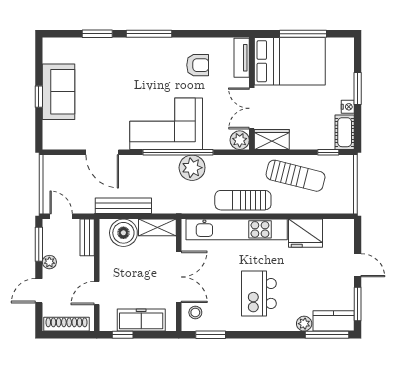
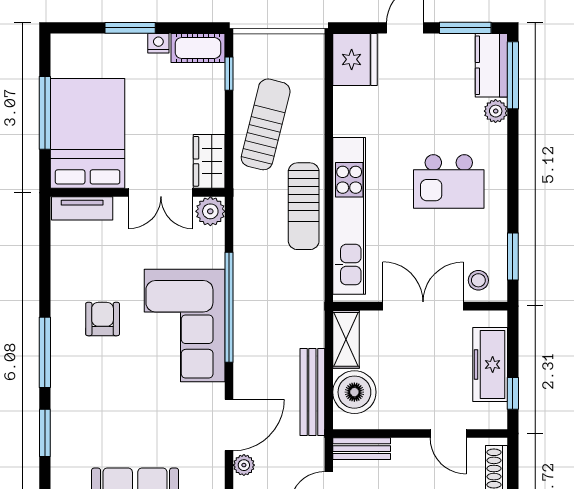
armchair: (198, 65) -> (103, 319), moved
plant: (192, 168) -> (244, 465), moved, width x0.53, depth x0.53
fridge: (305, 233) -> (355, 59), moved

